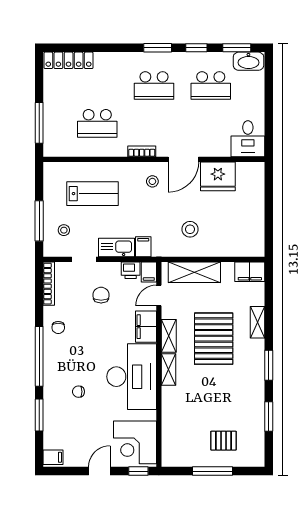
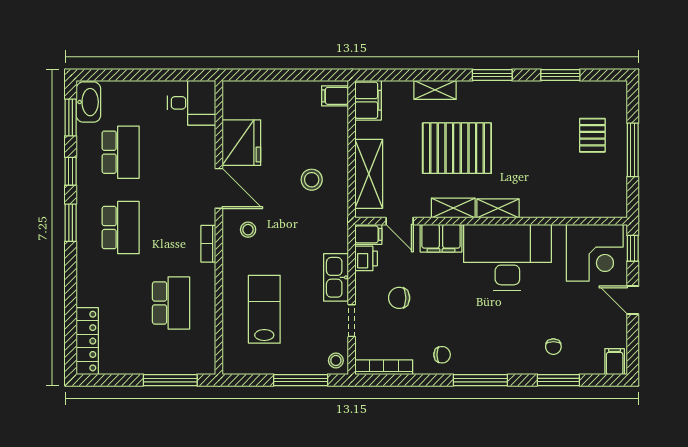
stool: (64, 230) -> (336, 360), moved
filing cabinet: (143, 247) -> (335, 96), moved
window: (39, 356) -> (480, 380), width x0.68
chair: (78, 392) -> (553, 347), moved

